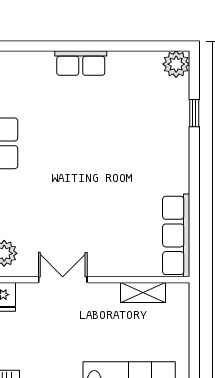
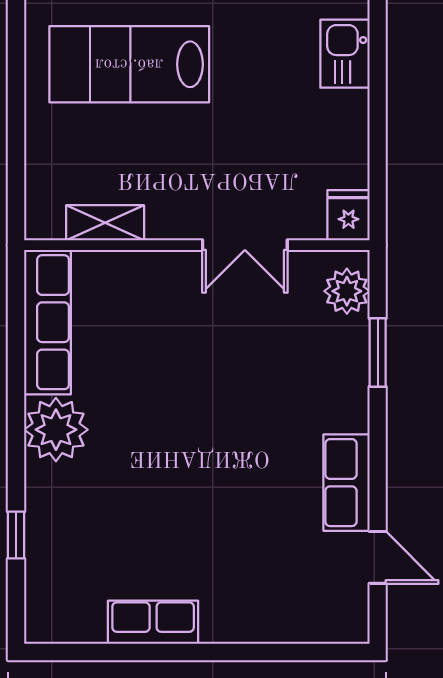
row of seats: (81, 63) -> (153, 622), moved
plant: (176, 64) -> (56, 430), moved, width x1.36, depth x1.36

